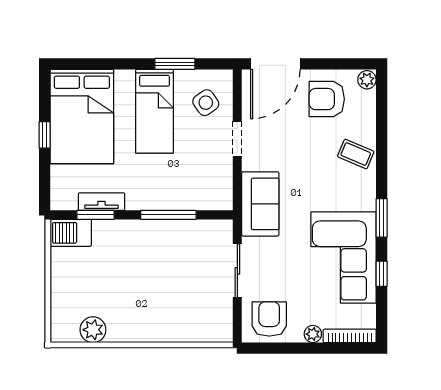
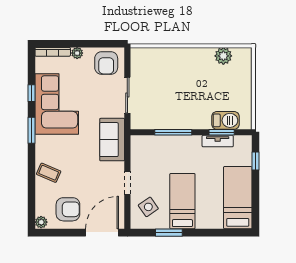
bed: (82, 117) -> (238, 198), width x0.67
window: (45, 135) -> (256, 161), moved
barbecue: (71, 233) -> (225, 120), moved

